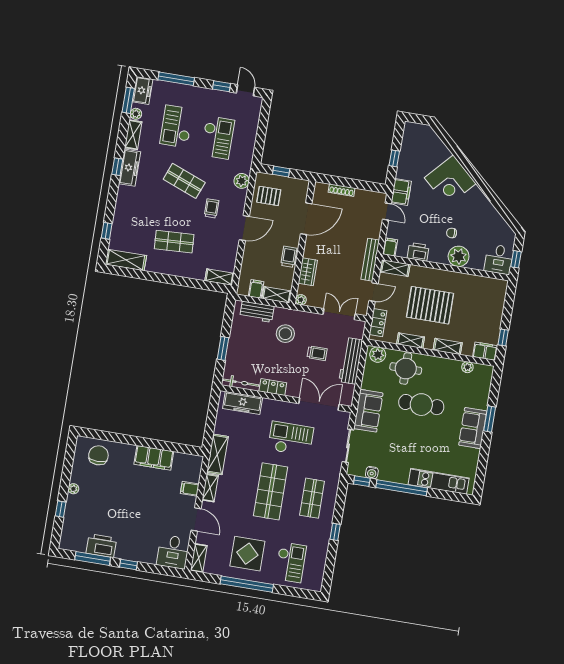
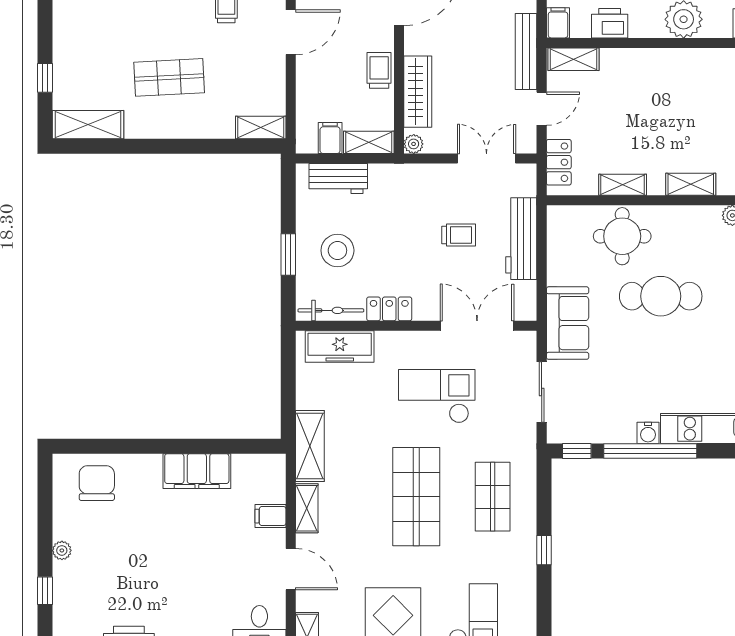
wardrobe: (308, 272) -> (418, 92), width x1.50
pallet: (430, 305) -> (647, 115), removed
stool: (285, 334) -> (337, 250), moved
plant: (378, 355) -> (568, 219), removed
water cooler: (372, 473) -> (648, 433), moved

